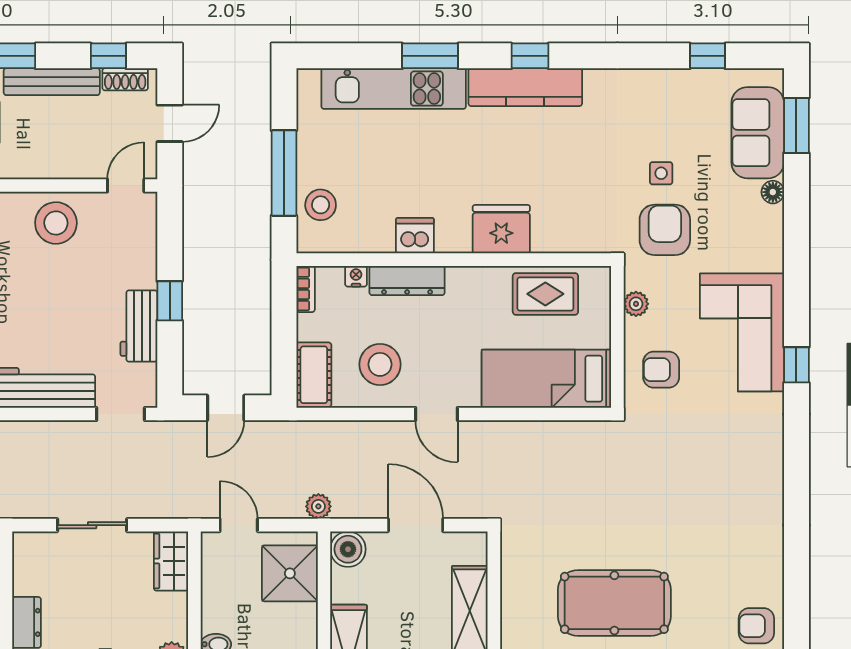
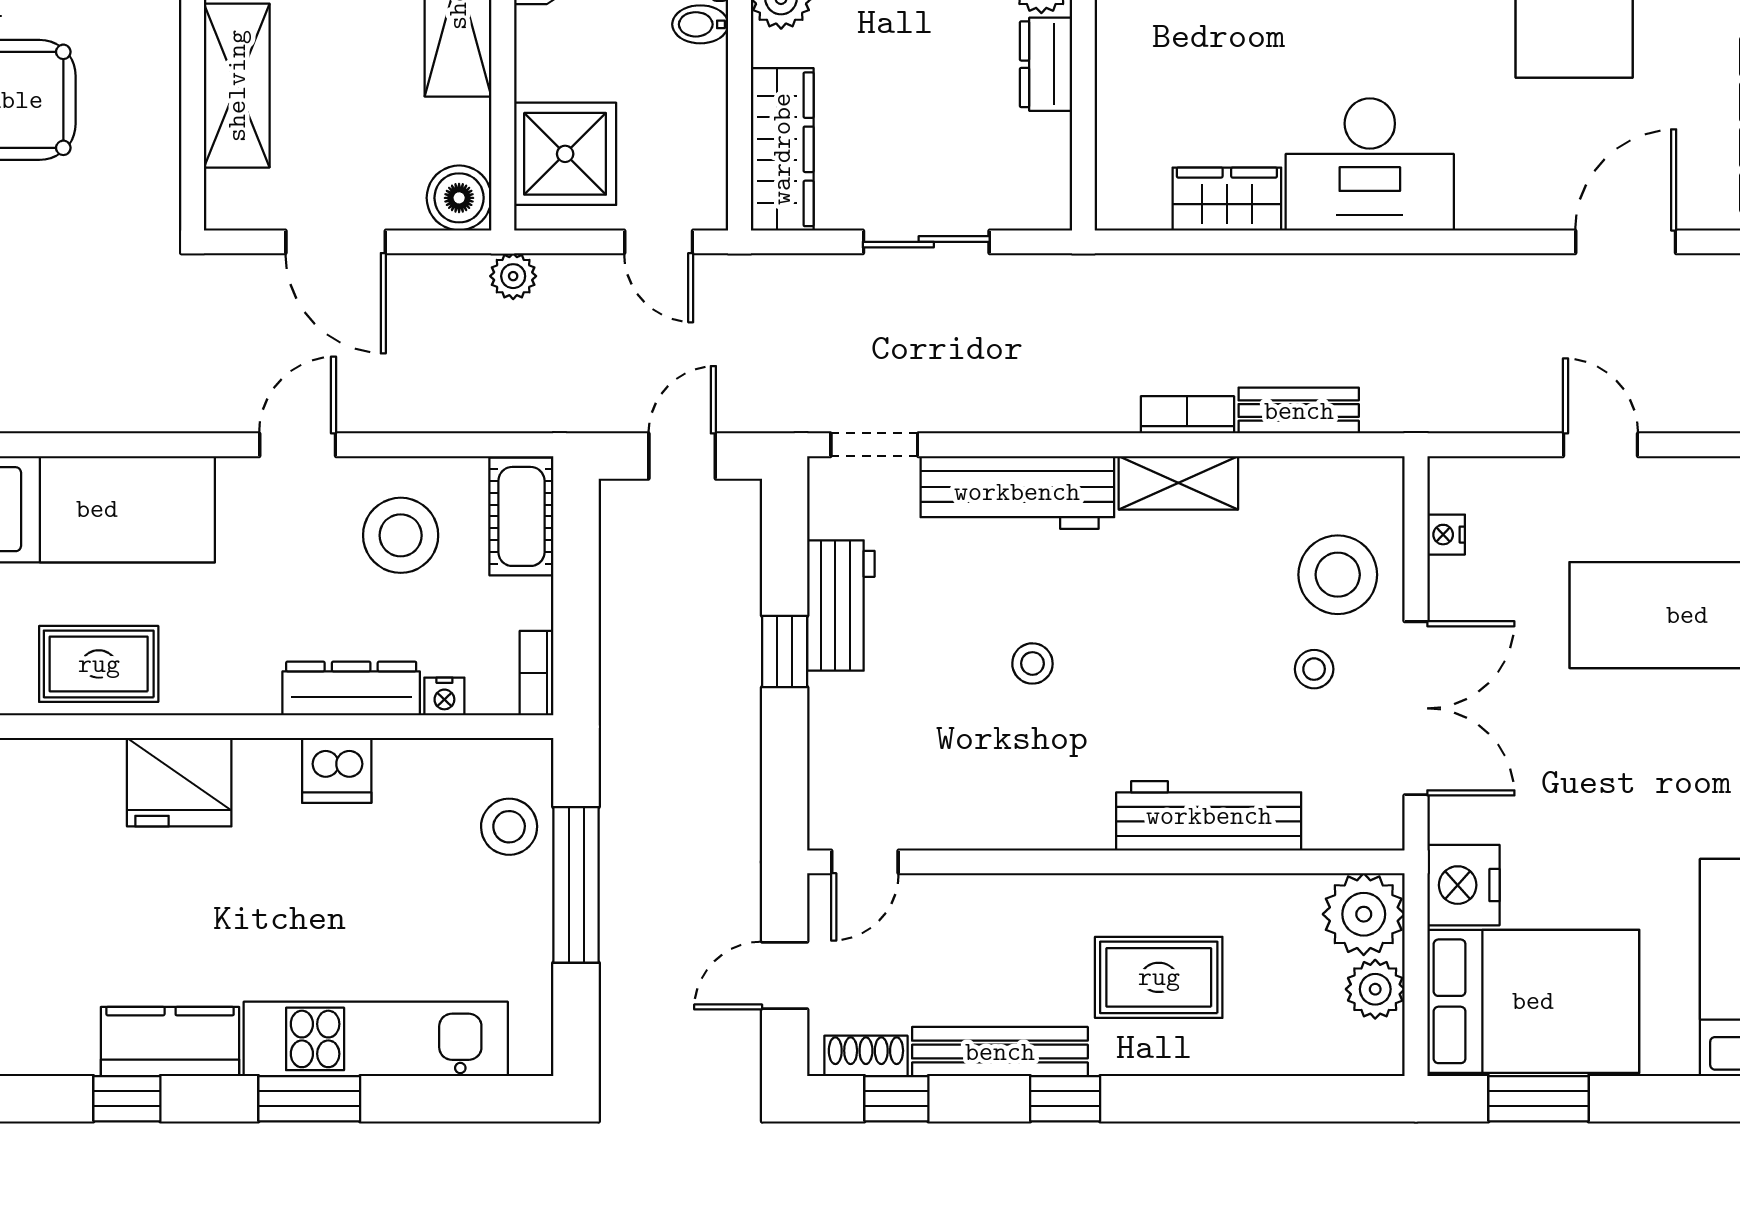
kitchen counter: (525, 87) -> (170, 1042), width x0.67
stool: (56, 223) -> (1032, 663), moved, width x0.53, depth x0.53
door: (436, 414) -> (298, 445), hinge flipped
wardrobe: (171, 561) -> (782, 149), width x1.50

